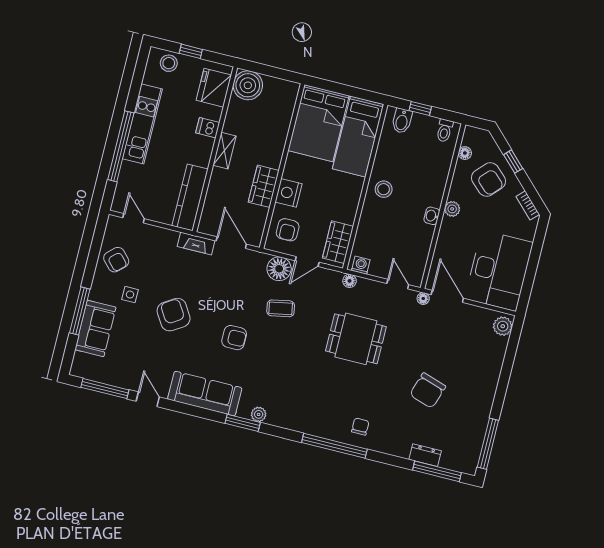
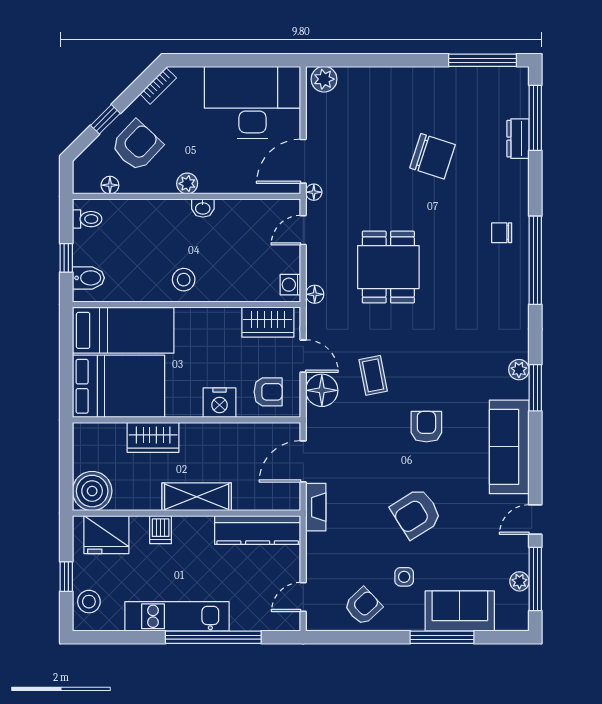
shelving: (224, 151) -> (197, 497), width x1.50, depth x1.33
wardrobe: (264, 186) -> (153, 437), moved
plant: (106, 377) -> (519, 581), added

